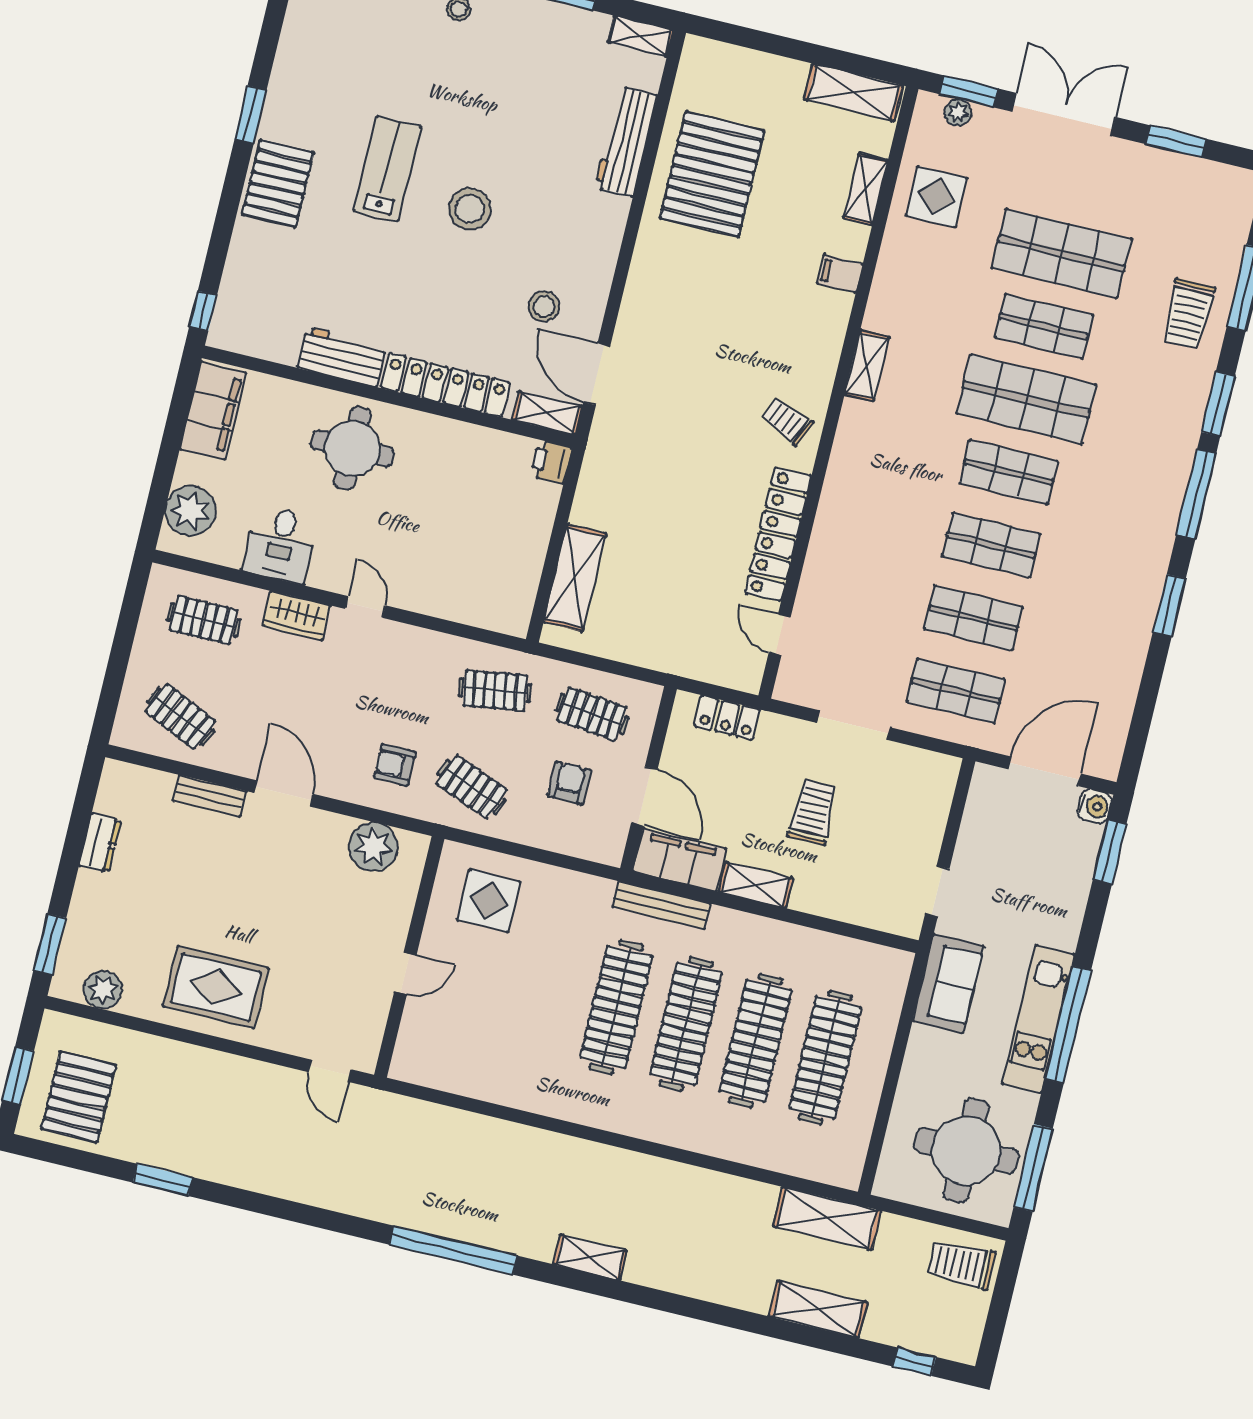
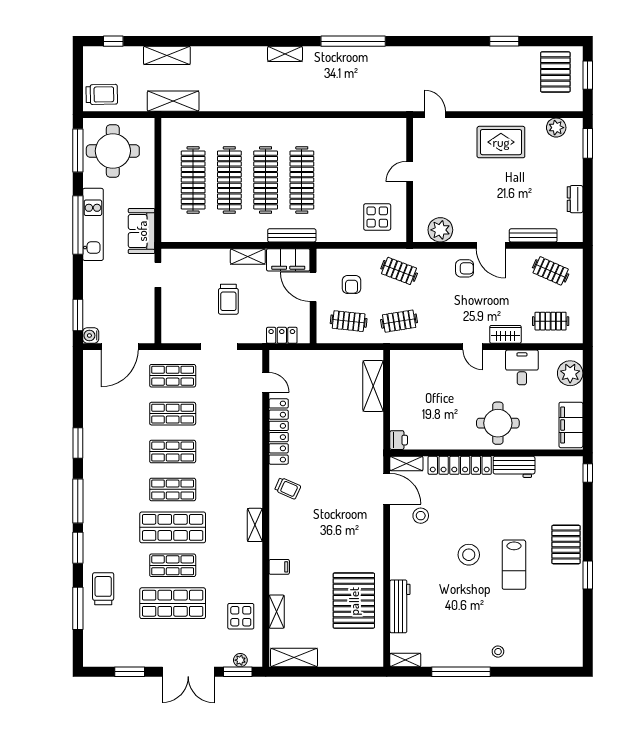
armchair: (395, 765) -> (465, 268), moved
bench: (210, 796) -> (533, 235), width x1.36

